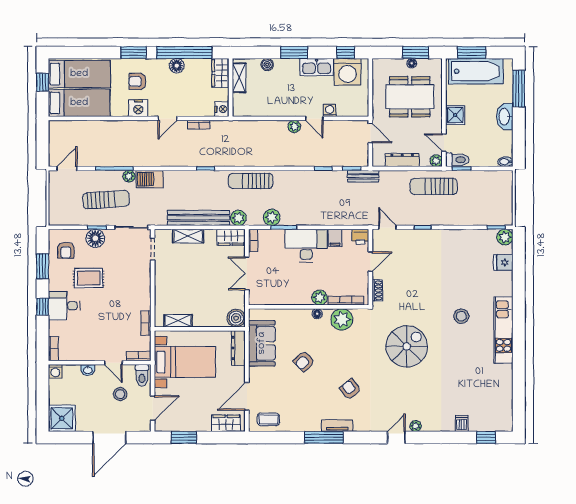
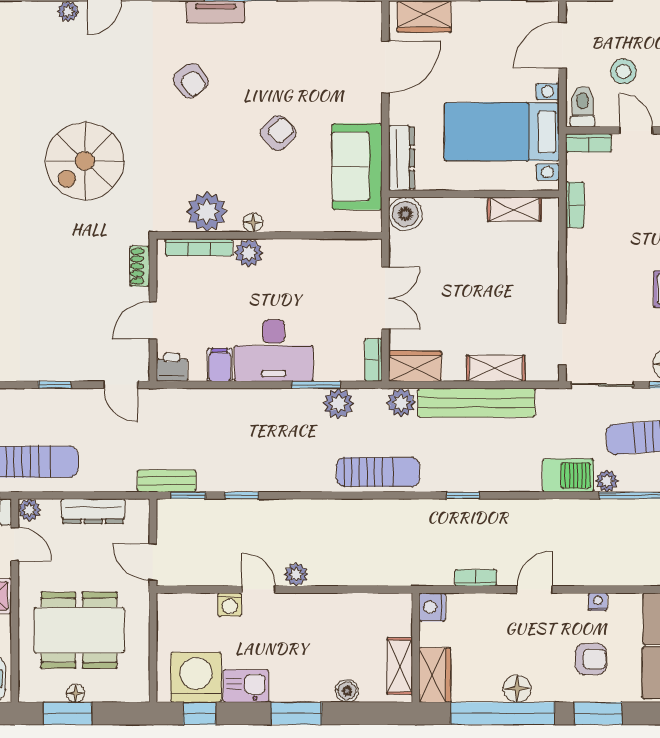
kitchen sink: (316, 67) -> (246, 686), width x0.73
nightstand: (138, 108) -> (598, 602), width x0.53, depth x0.56
coffee table: (268, 419) -> (345, 24), removed

